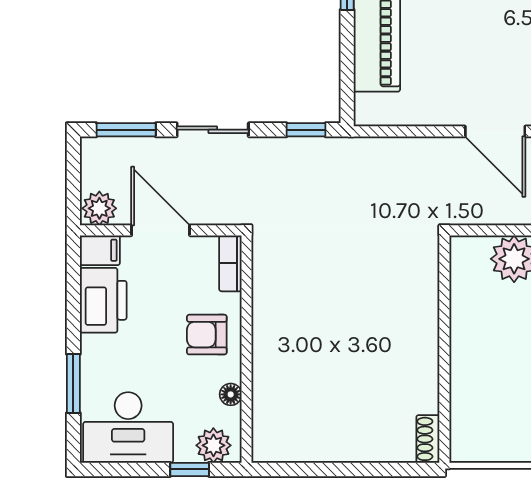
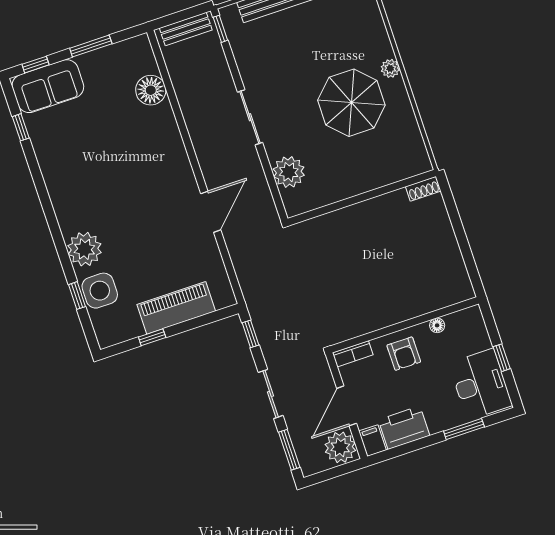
plant: (99, 208) -> (340, 447), width x1.36, depth x1.36
plant: (213, 445) -> (474, 325), removed
window: (190, 469) -> (502, 358), moved

